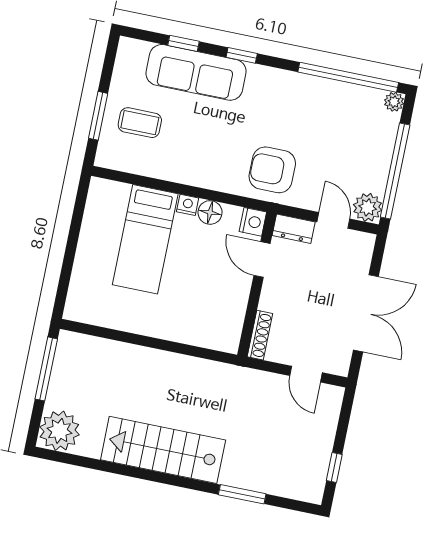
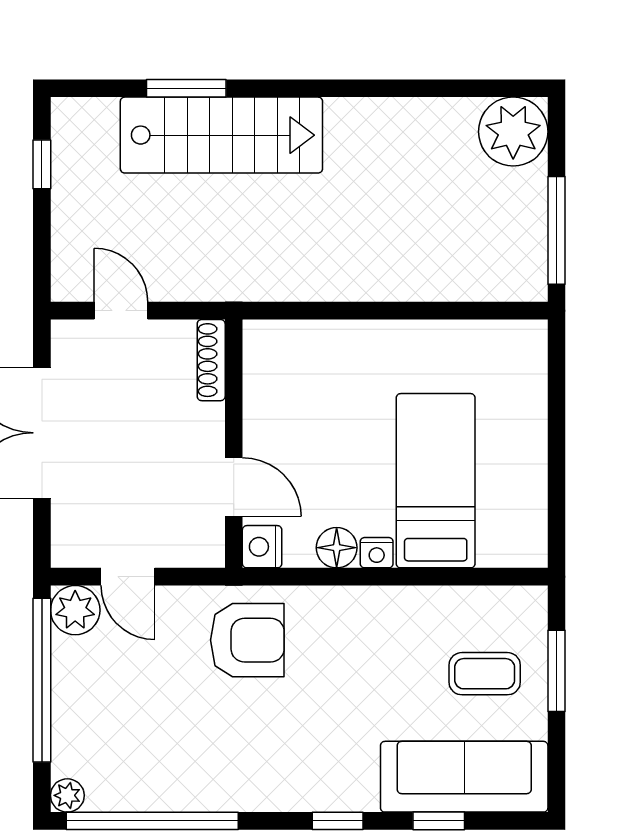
sofa: (196, 72) -> (464, 777), moved
dresser: (294, 229) -> (191, 549), removed
stairs: (163, 450) -> (221, 135), moved

